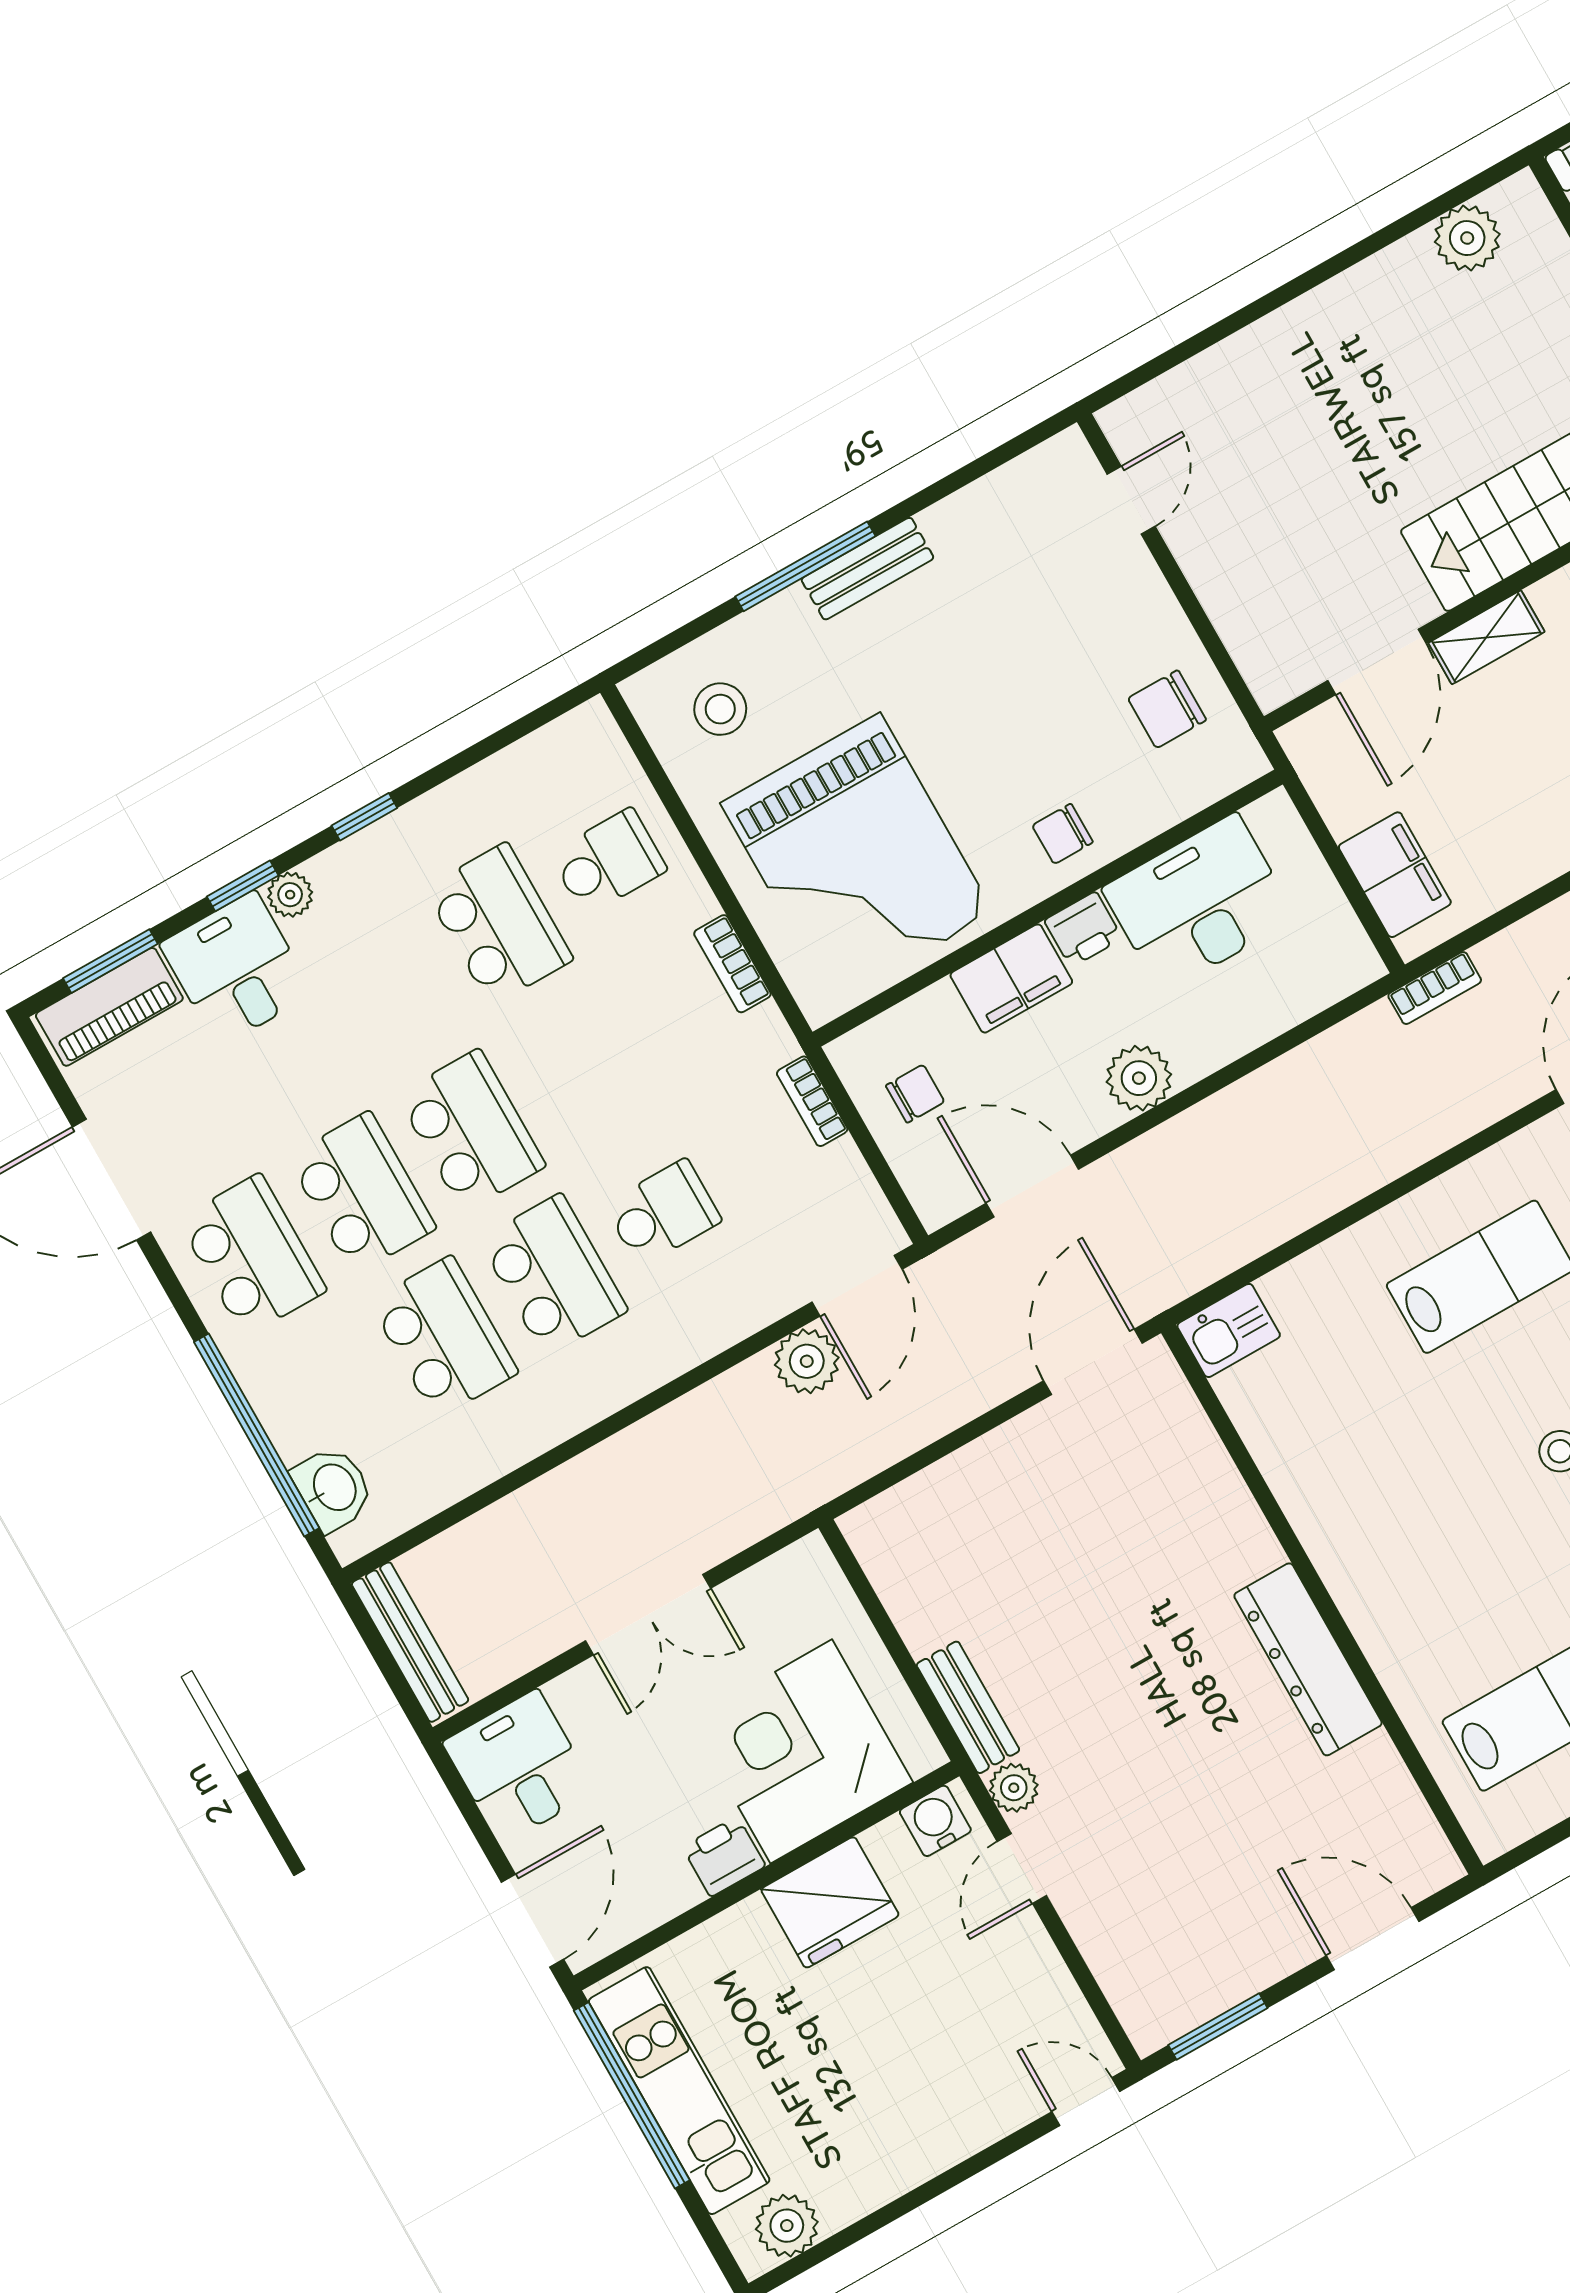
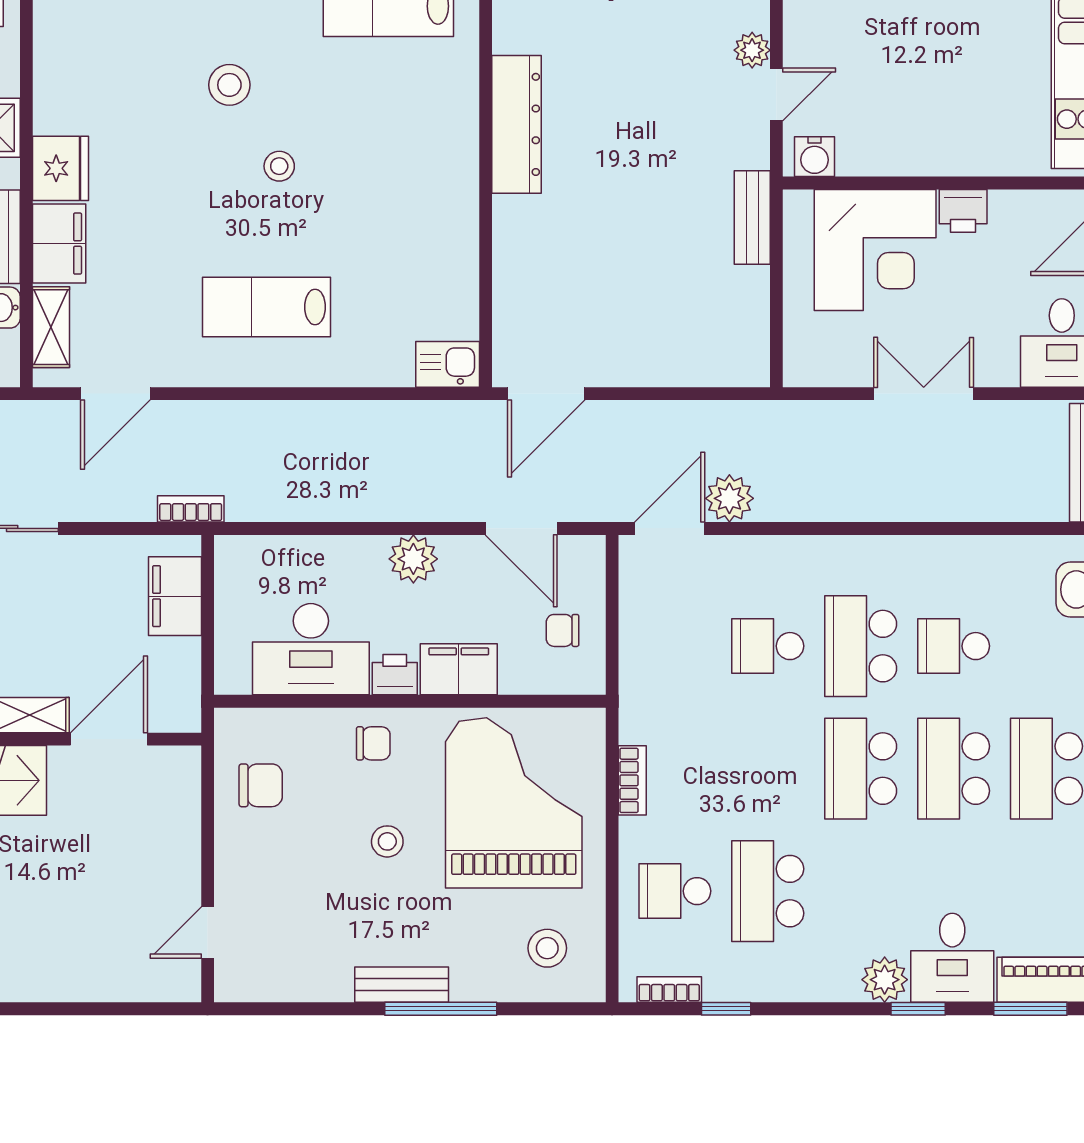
stool: (980, 728) -> (387, 841), added
window: (364, 817) -> (726, 1009), moved
plant: (290, 895) -> (885, 980), width x1.38, depth x1.38
bookcase: (812, 1101) -> (669, 990), moved, turned -90
school desk: (444, 1337) -> (954, 646), width x0.54
plant: (1014, 1788) -> (752, 50), moved
fridge: (830, 1902) -> (912, 143), removed

